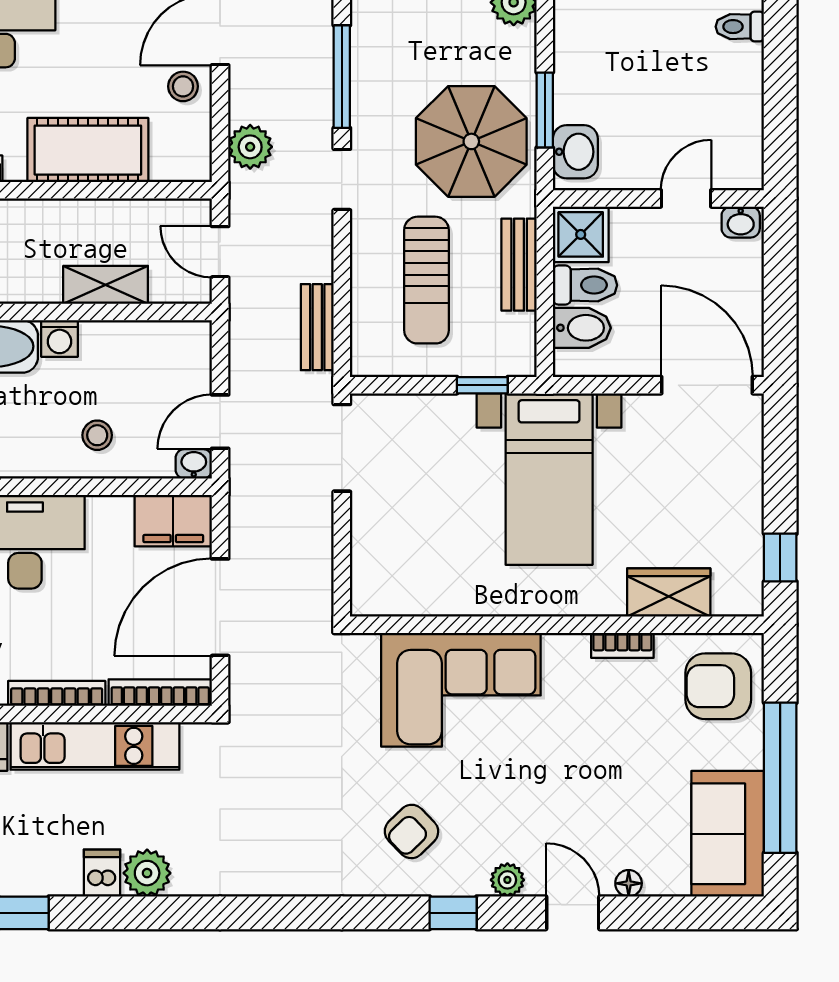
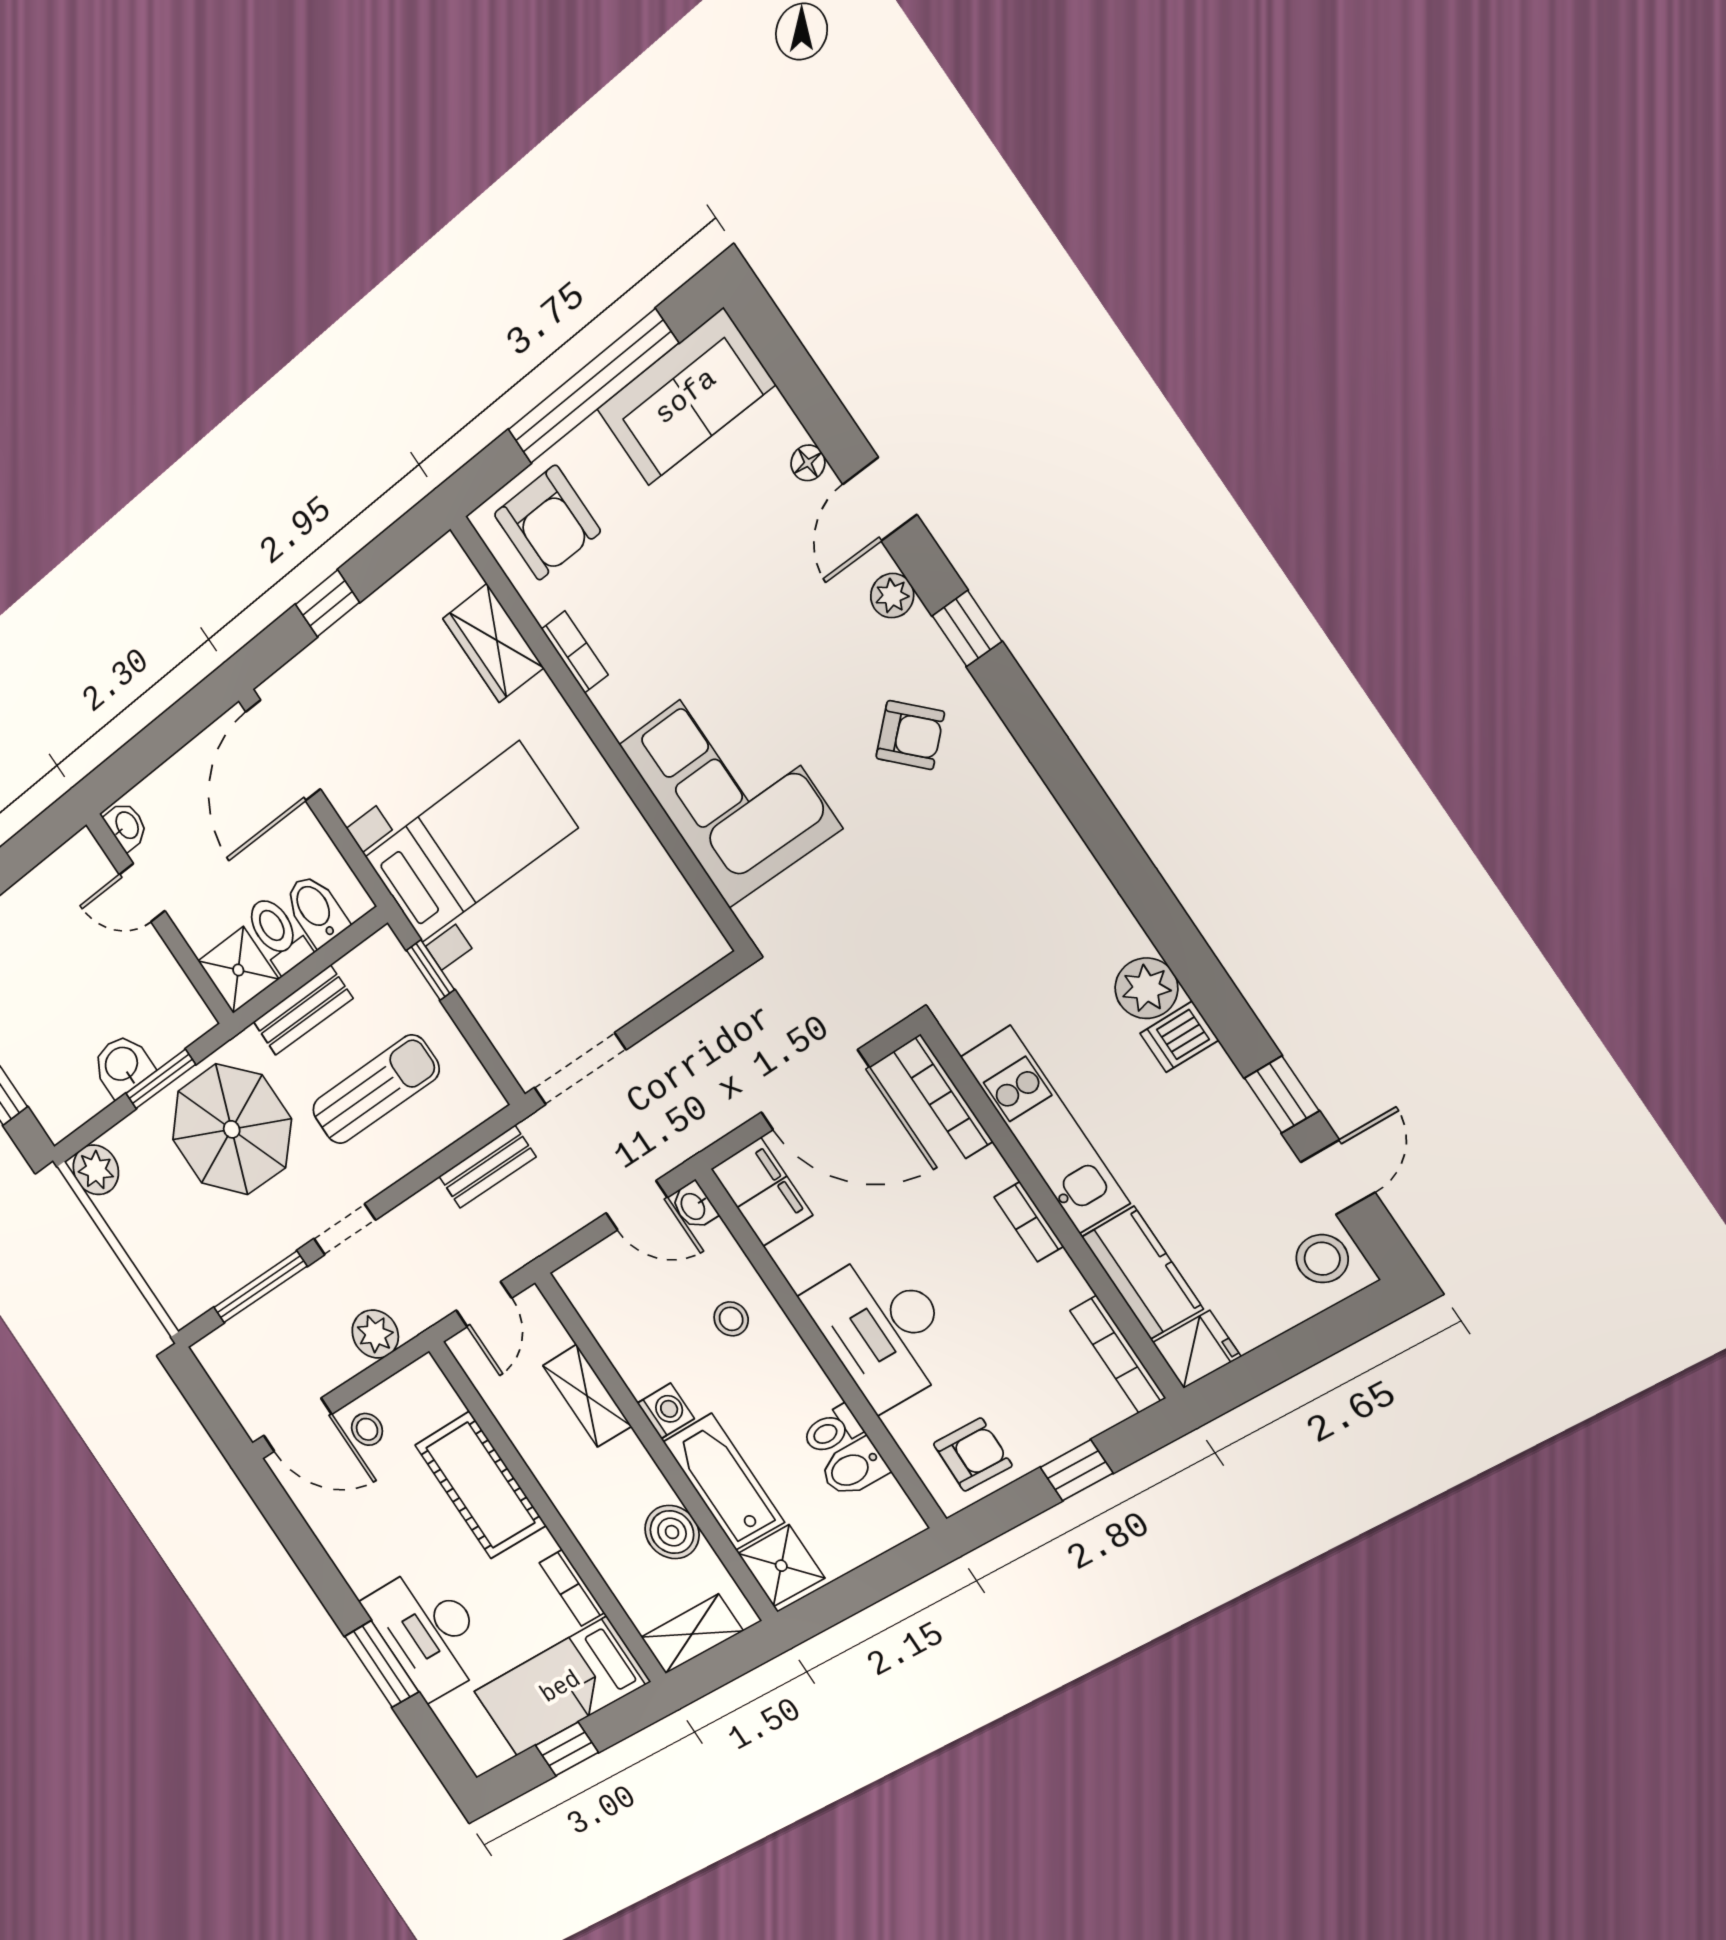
washbasin: (575, 152) -> (122, 1065), moved
window: (780, 558) -> (327, 603), moved
bookcase: (57, 693) -> (1029, 1222), width x0.64

